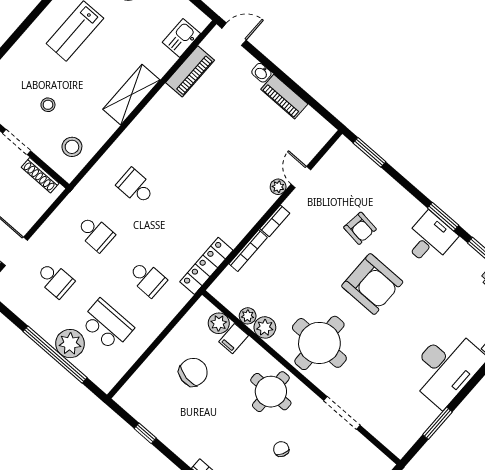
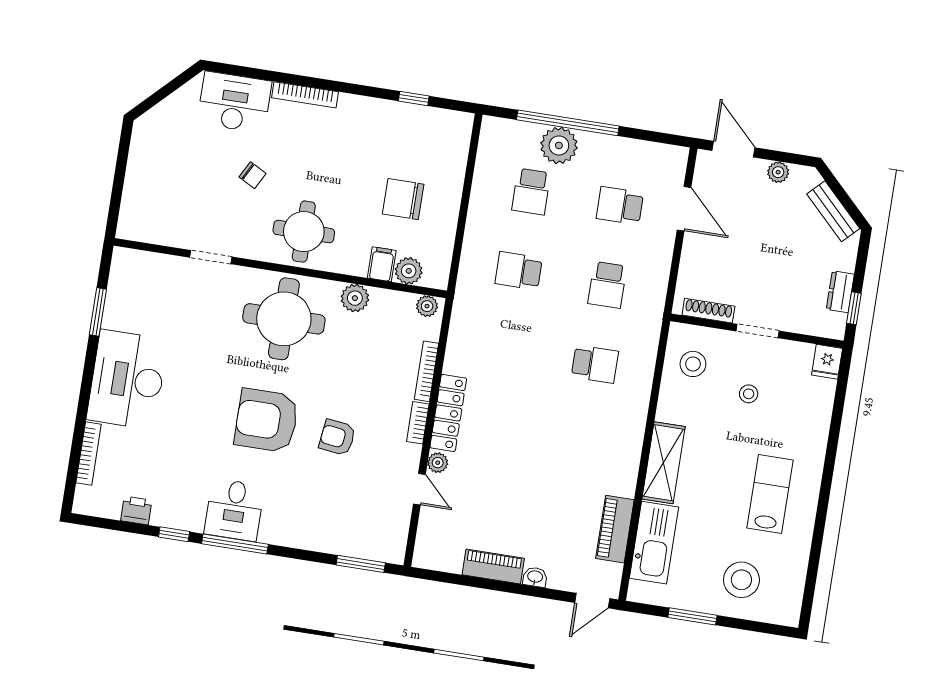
kitchen sink: (181, 38) -> (654, 543), width x1.87, depth x1.24
window: (443, 217) -> (235, 544), width x1.44
armchair: (360, 228) -> (337, 437), moved
school desk: (95, 233) -> (607, 285), turned -90
locker: (206, 266) -> (448, 413), moved
plant: (248, 316) -> (427, 306), moved
school desk: (107, 325) -> (531, 192), width x0.54
chair: (193, 372) -> (403, 199), turned 80
doorway: (342, 413) -> (211, 257), width x0.73

